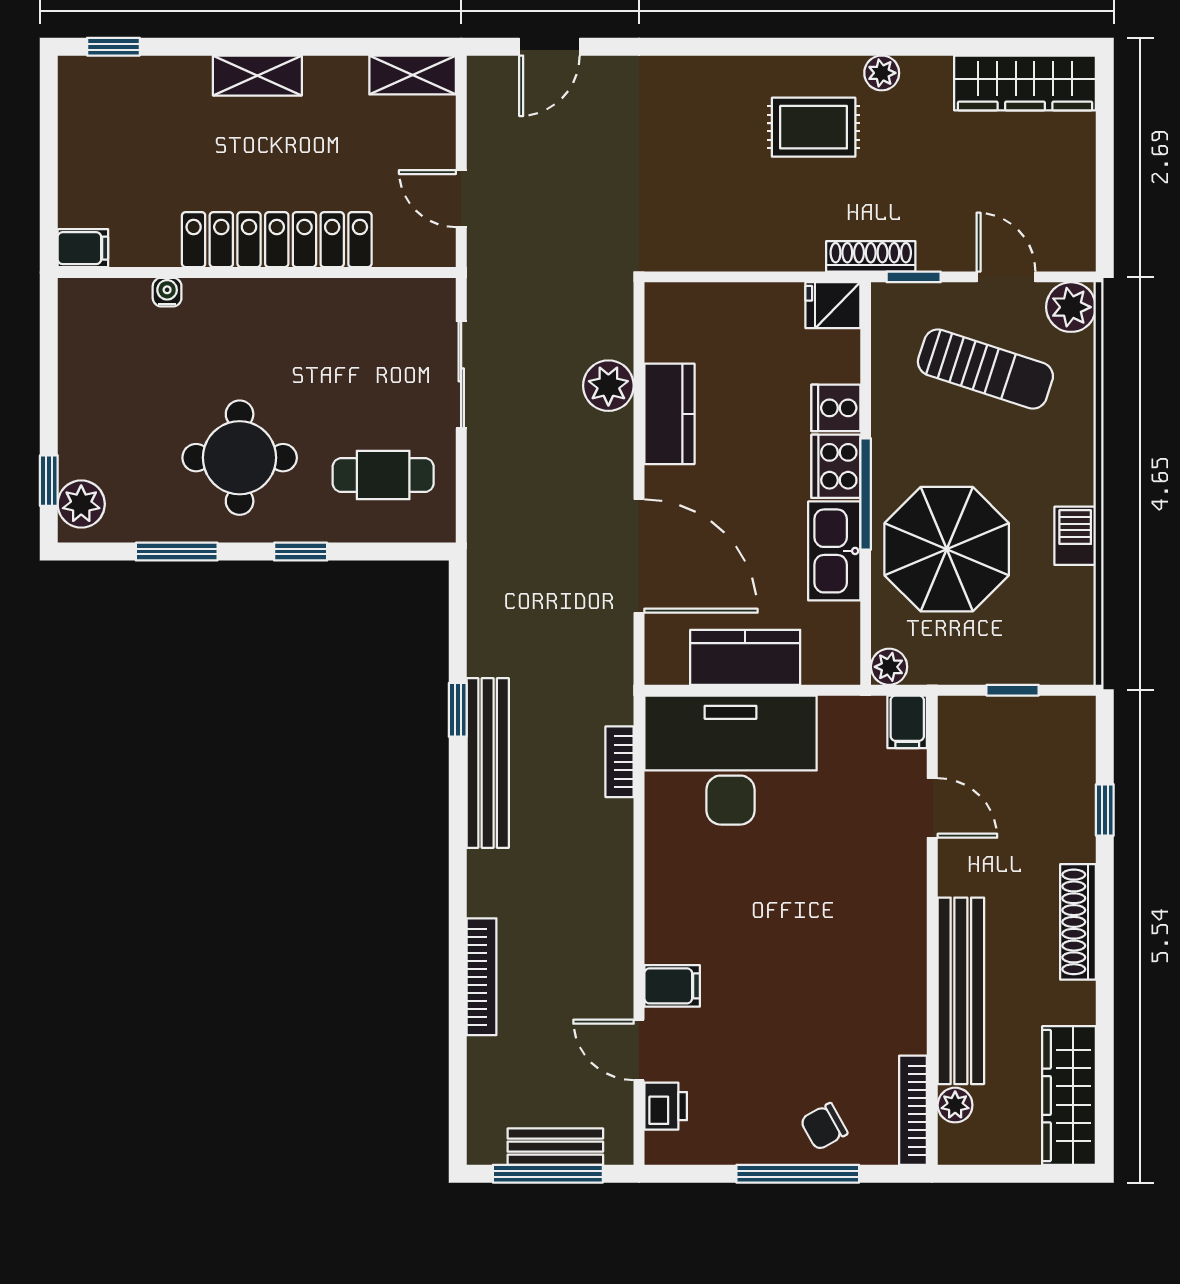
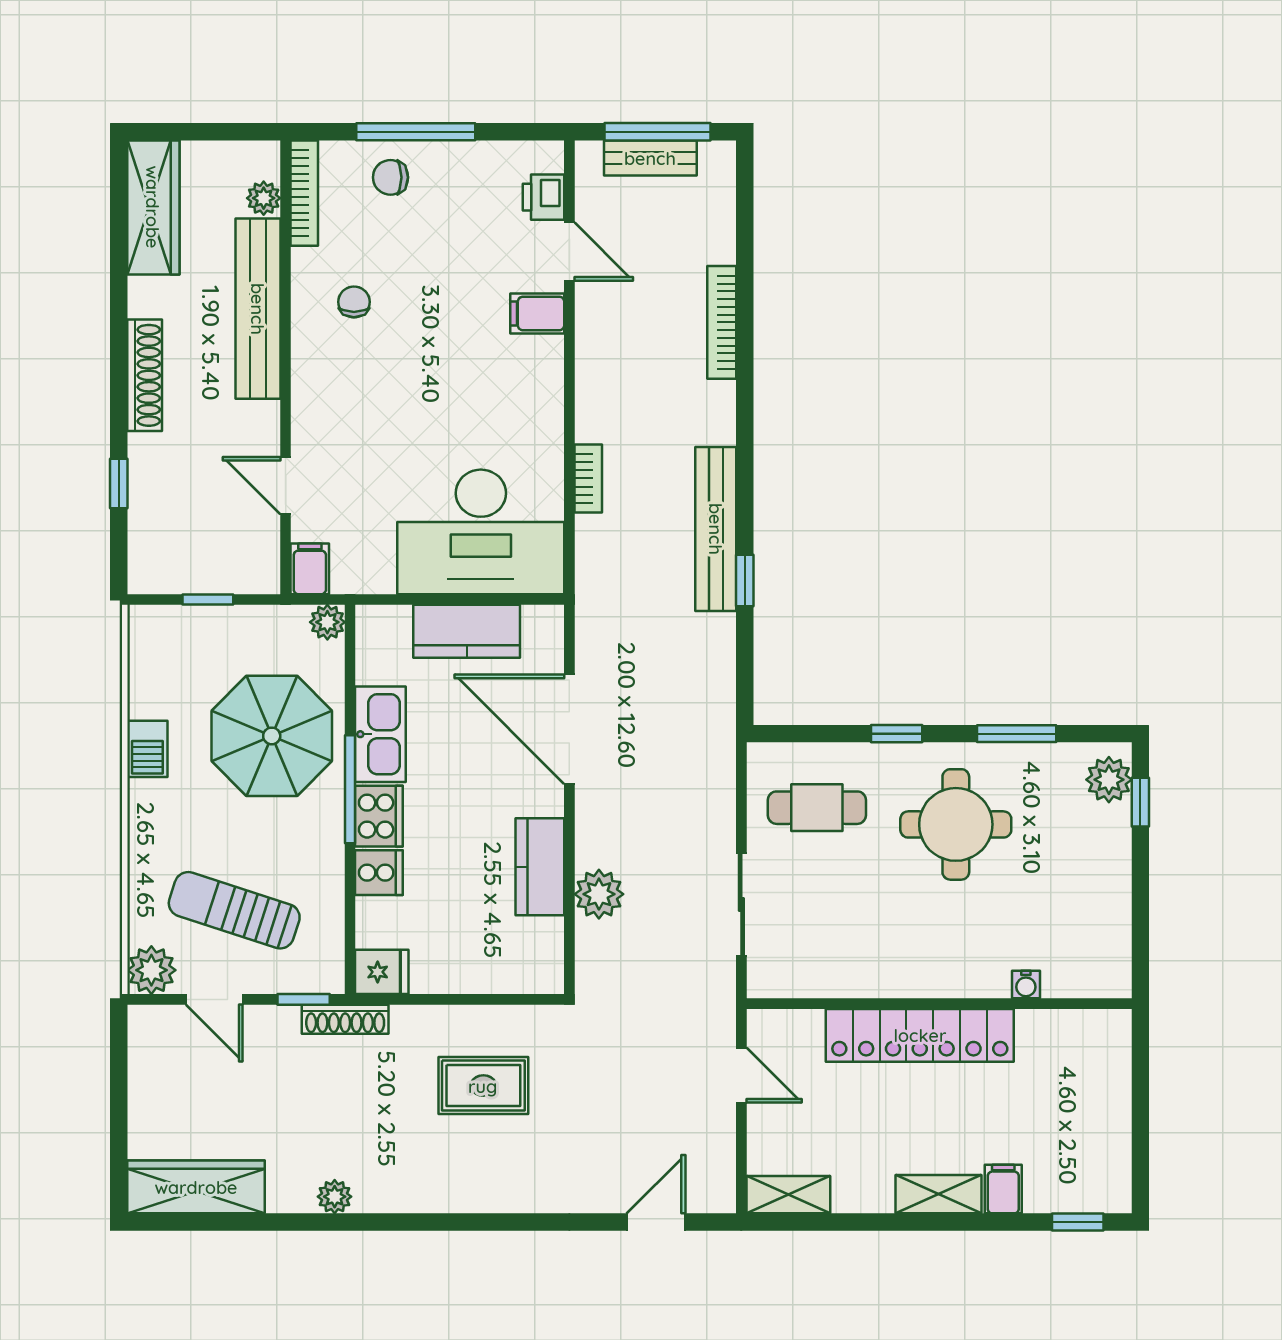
rug: (814, 127) -> (483, 1086), moved
filing cabinet: (83, 248) -> (1003, 1189), moved, turned 90
bookcase: (620, 762) -> (588, 478), moved
chair: (862, 998) -> (354, 302), added
chair: (824, 1127) -> (391, 177), turned -151

